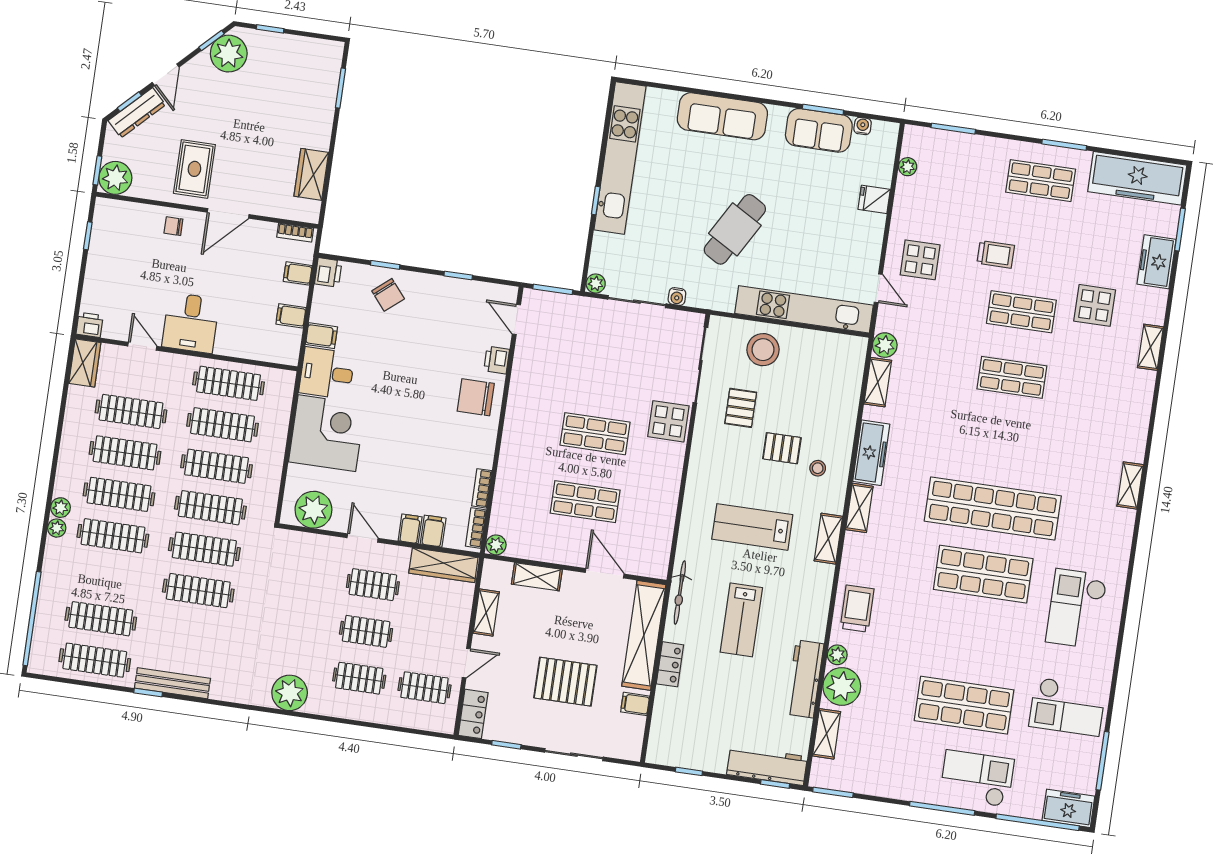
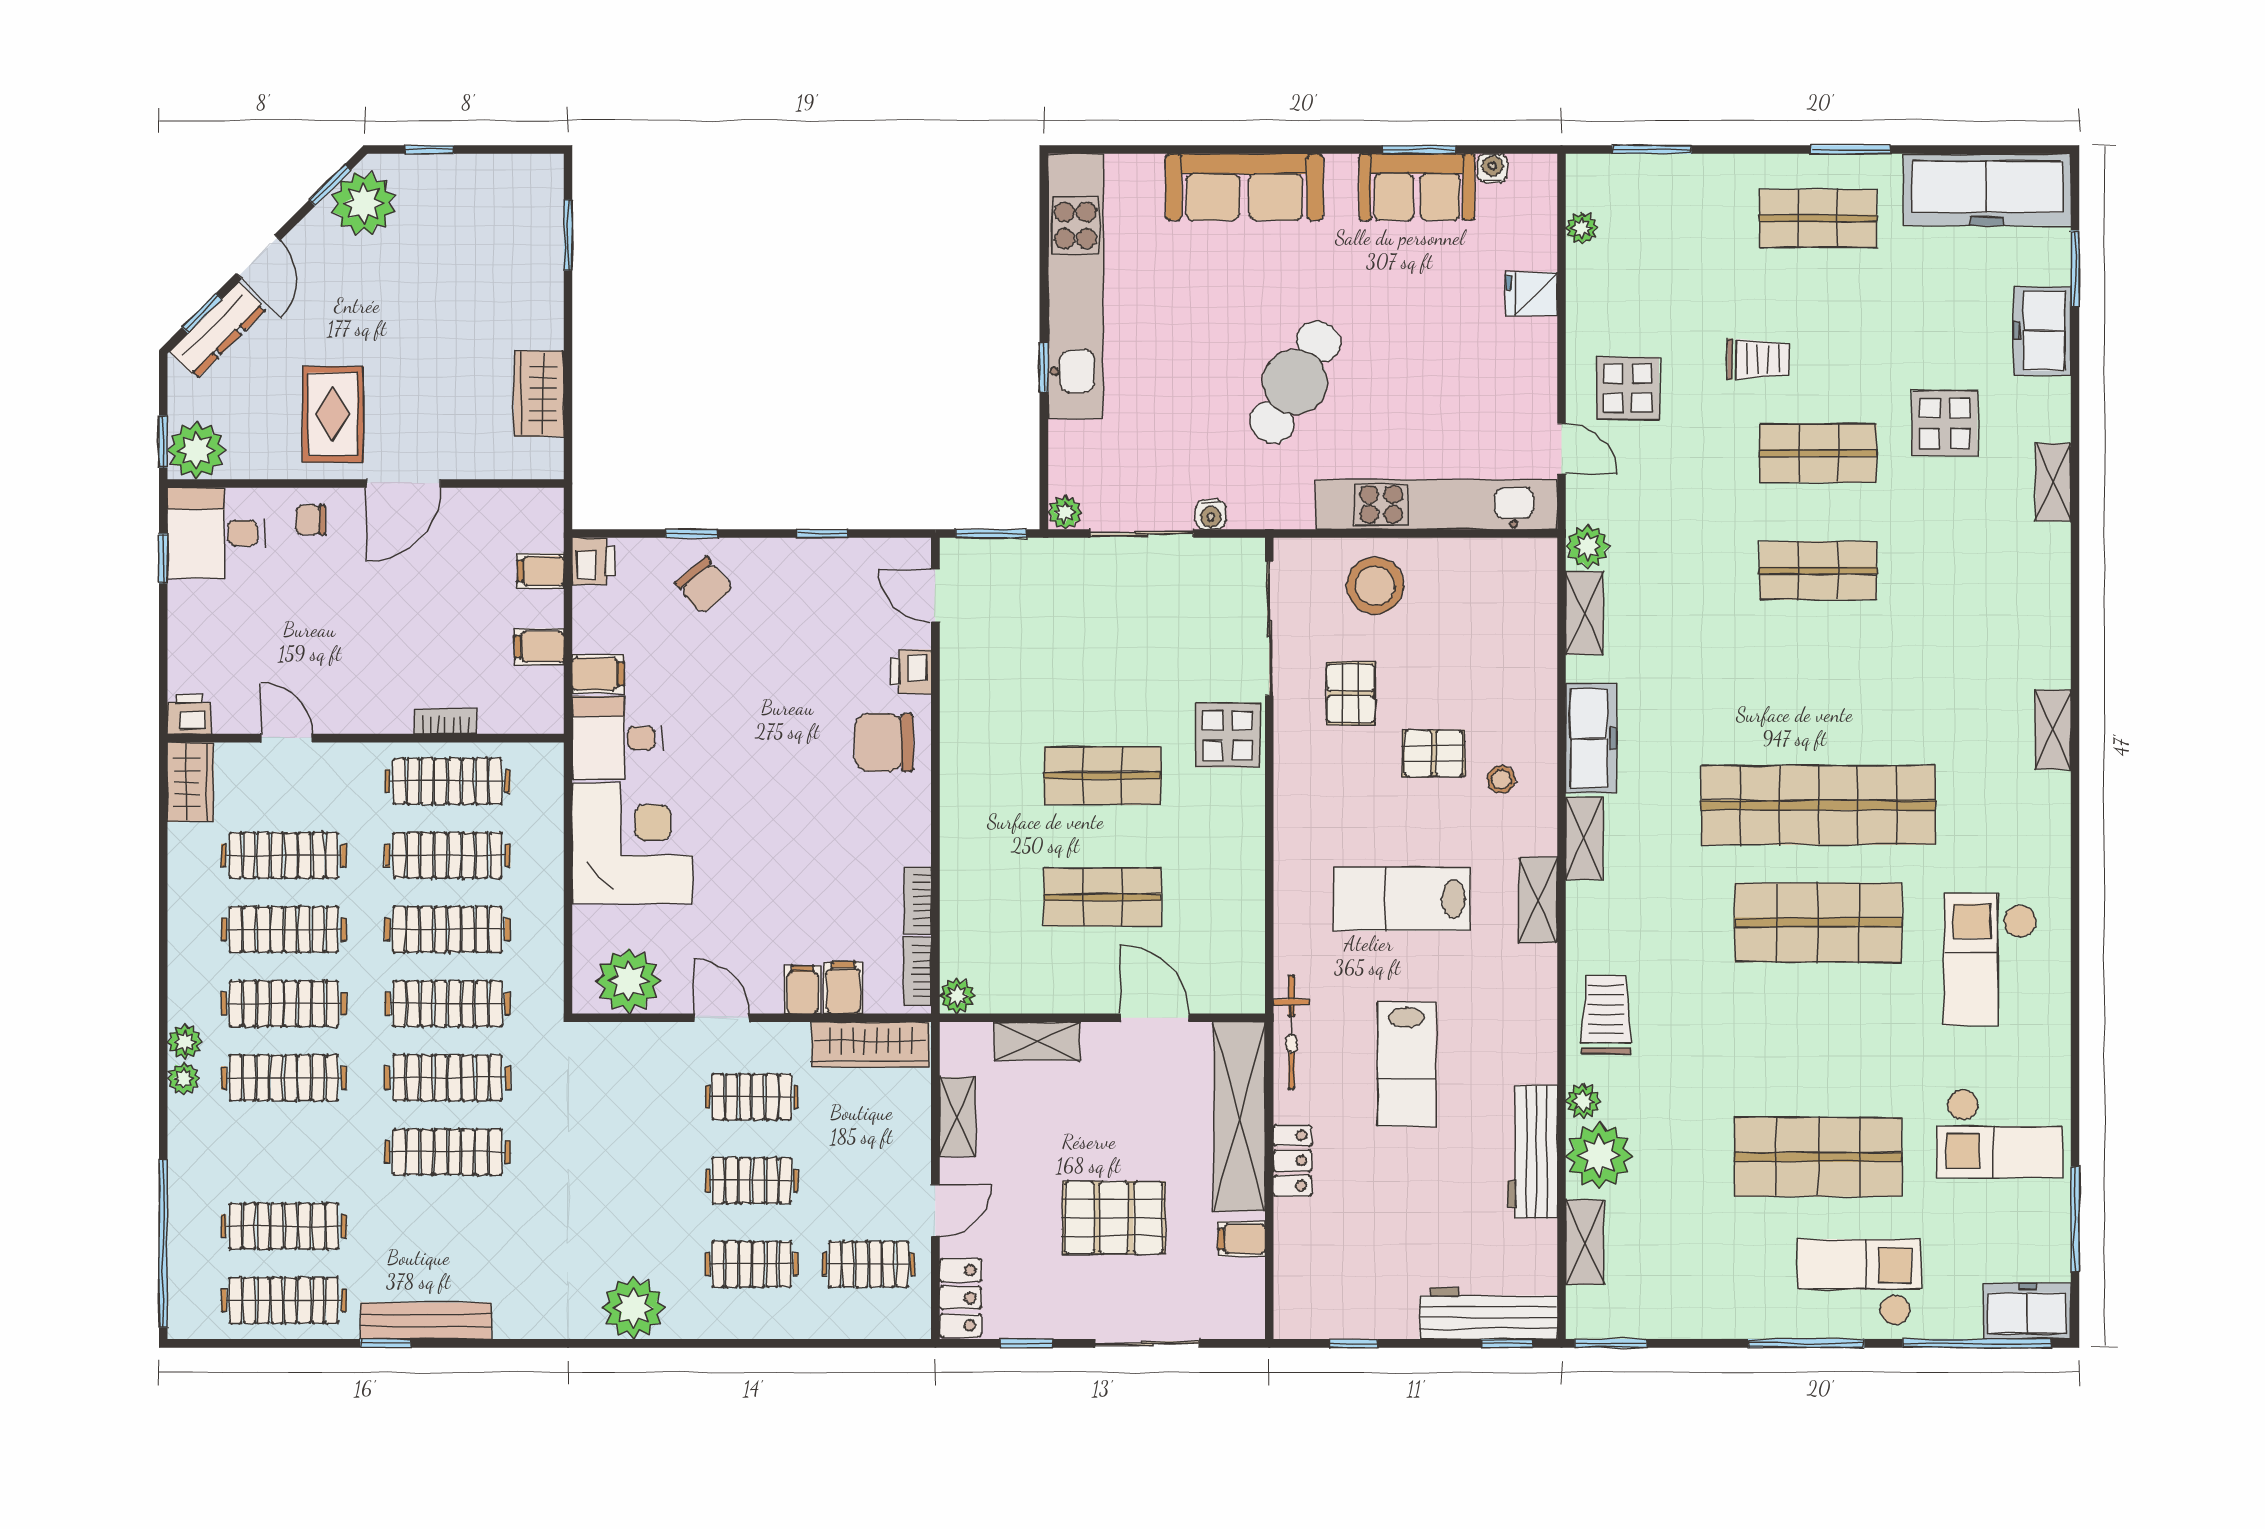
bookcase: (295, 233) -> (446, 721), moved, turned 180
desk: (191, 323) -> (216, 533), moved, turned 90

